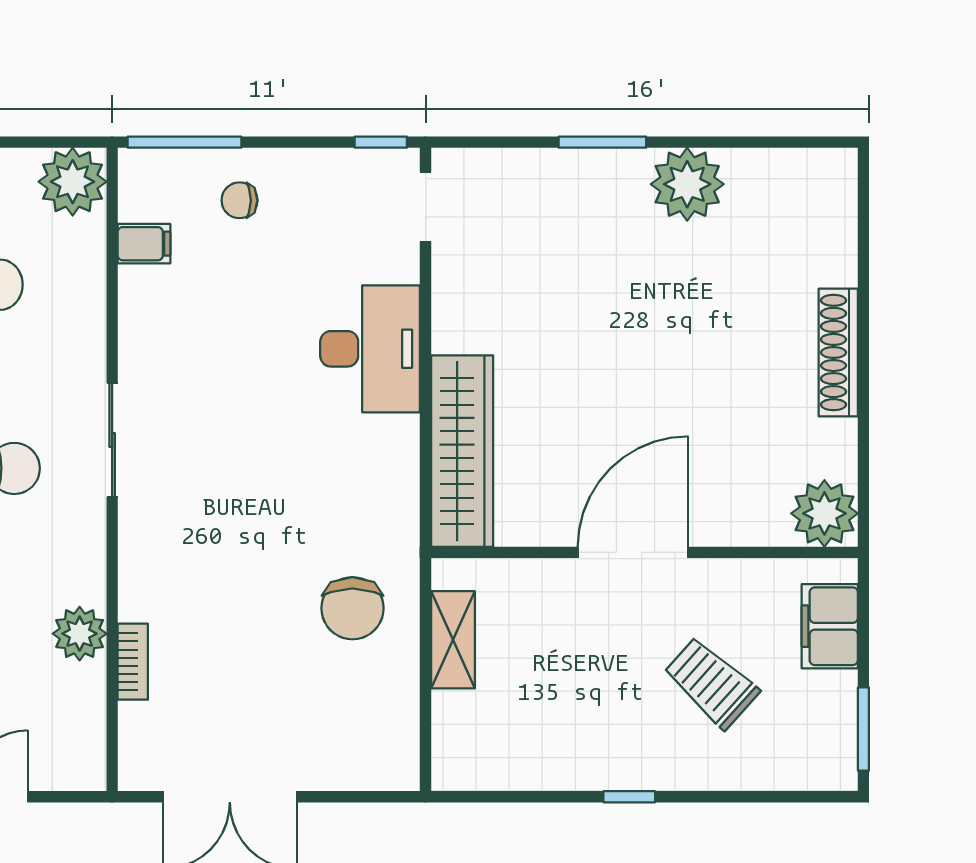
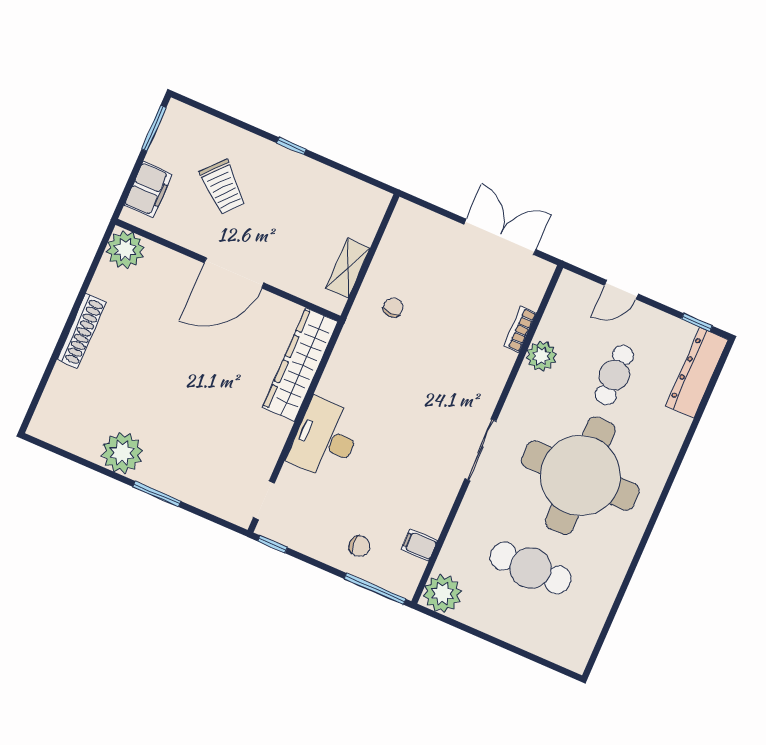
chair: (352, 608) -> (393, 307), width x0.54, depth x0.54

